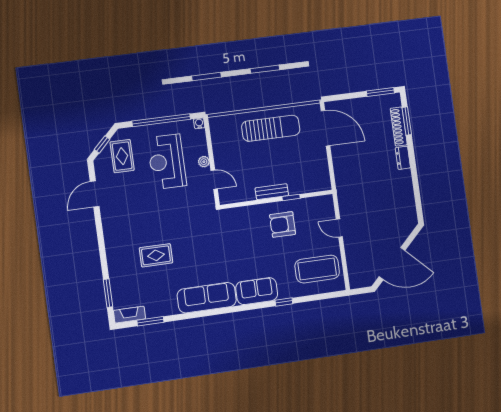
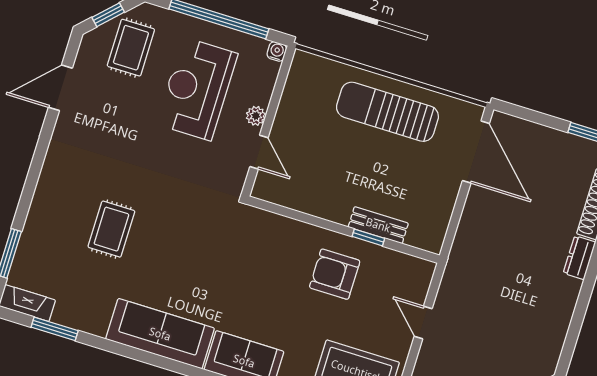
sun lounger: (271, 128) -> (387, 112), turned 180
bench: (272, 192) -> (378, 225), moved
rug: (156, 255) -> (111, 229), turned 90

